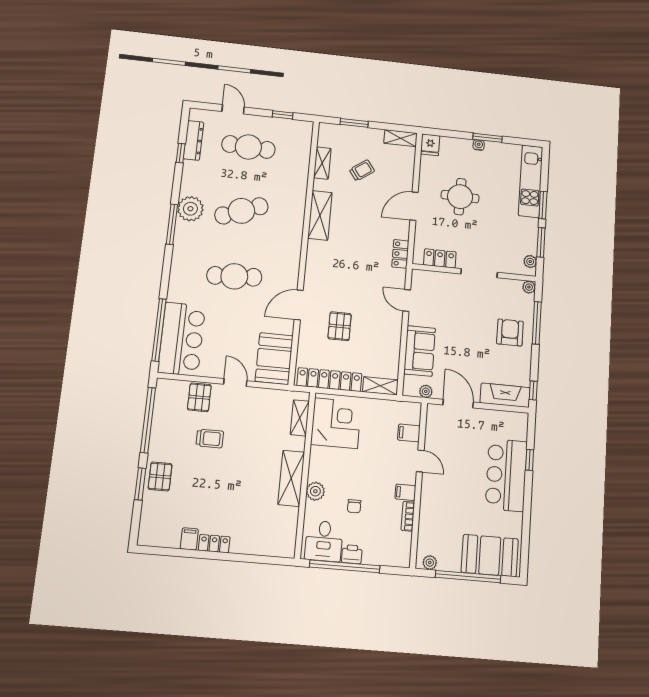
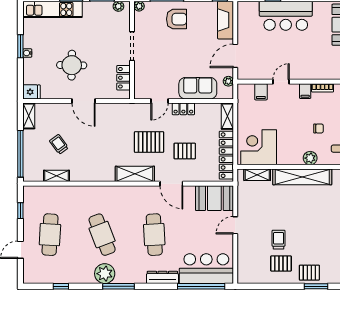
window: (354, 123) -> (20, 154), width x2.11
dresser: (194, 140) -> (162, 277), moved
shelving: (320, 215) -> (135, 174), moved
locker: (400, 254) -> (183, 109), moved
pallet: (355, 282) -> (149, 142), added
armchair: (510, 333) -> (176, 19), turned 180
pallet: (199, 397) -> (281, 263), moved
window: (148, 420) -> (269, 286), removed
shelving: (291, 478) -> (302, 177), width x1.47

